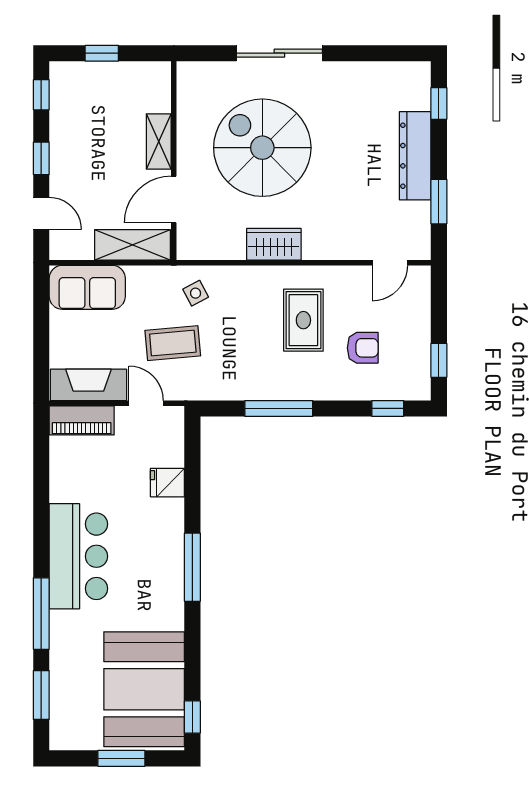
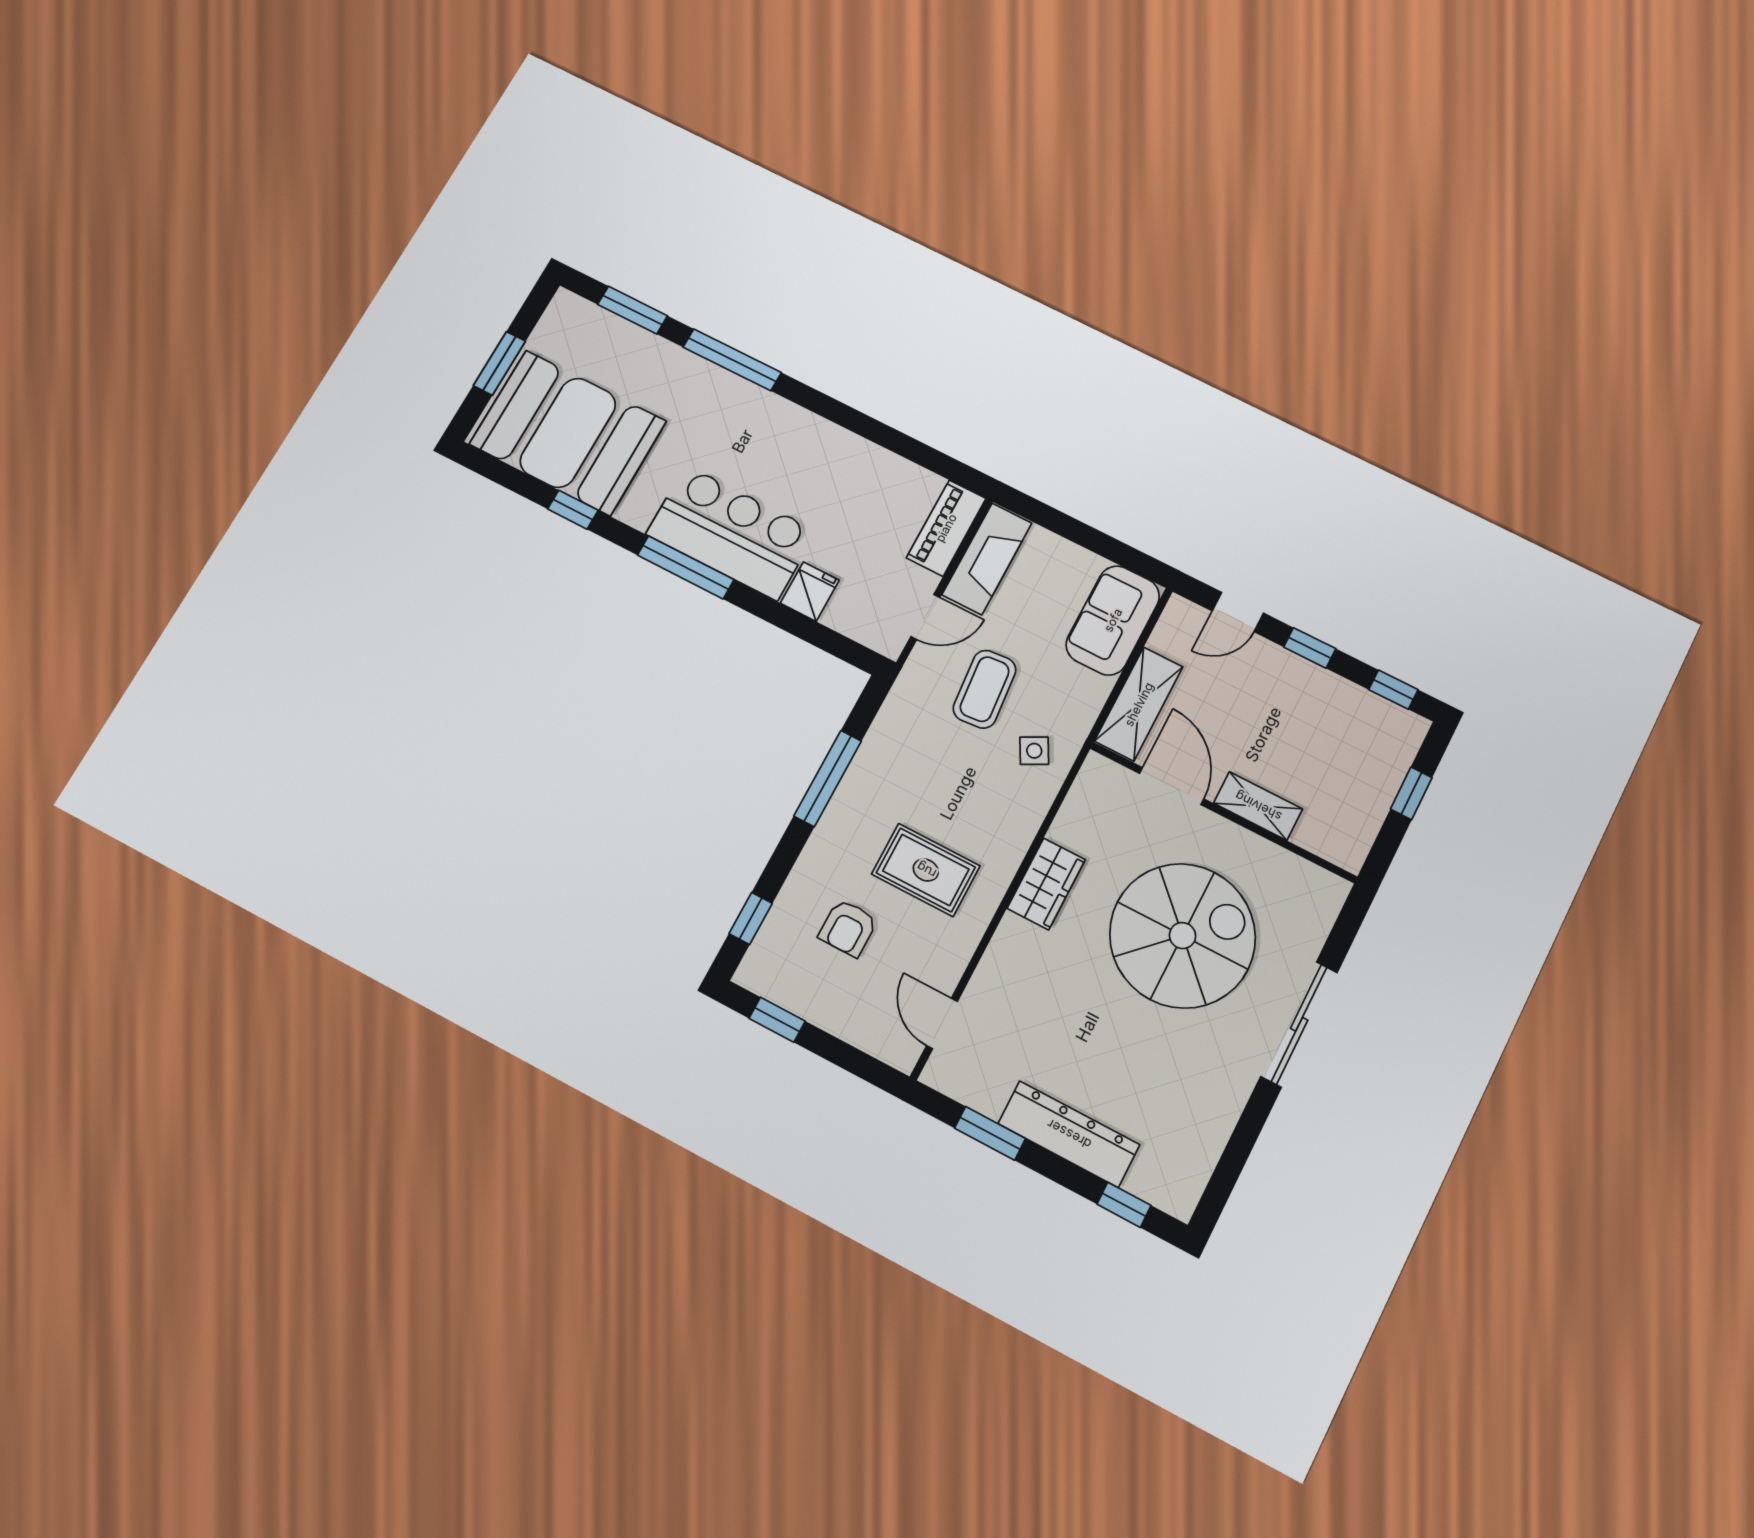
bar counter: (78, 556) -> (731, 533), moved, turned 180
window: (192, 717) -> (573, 510), moved

